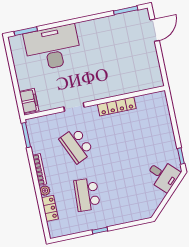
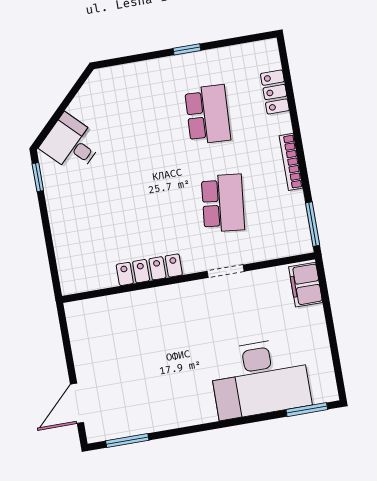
school desk: (77, 145) -> (223, 203), turned 30
plant: (45, 191) -> (283, 124), removed

